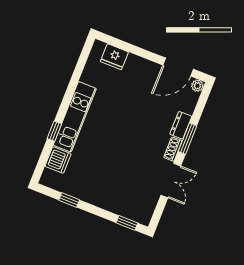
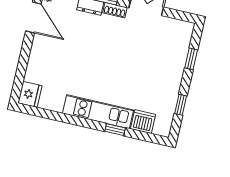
fridge: (114, 57) -> (30, 94), moved
window: (127, 223) -> (191, 59), moved

